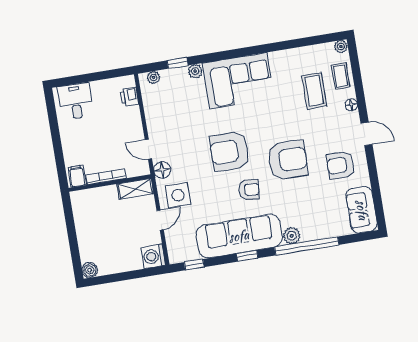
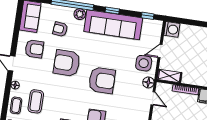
armchair: (249, 190) -> (60, 29), moved

